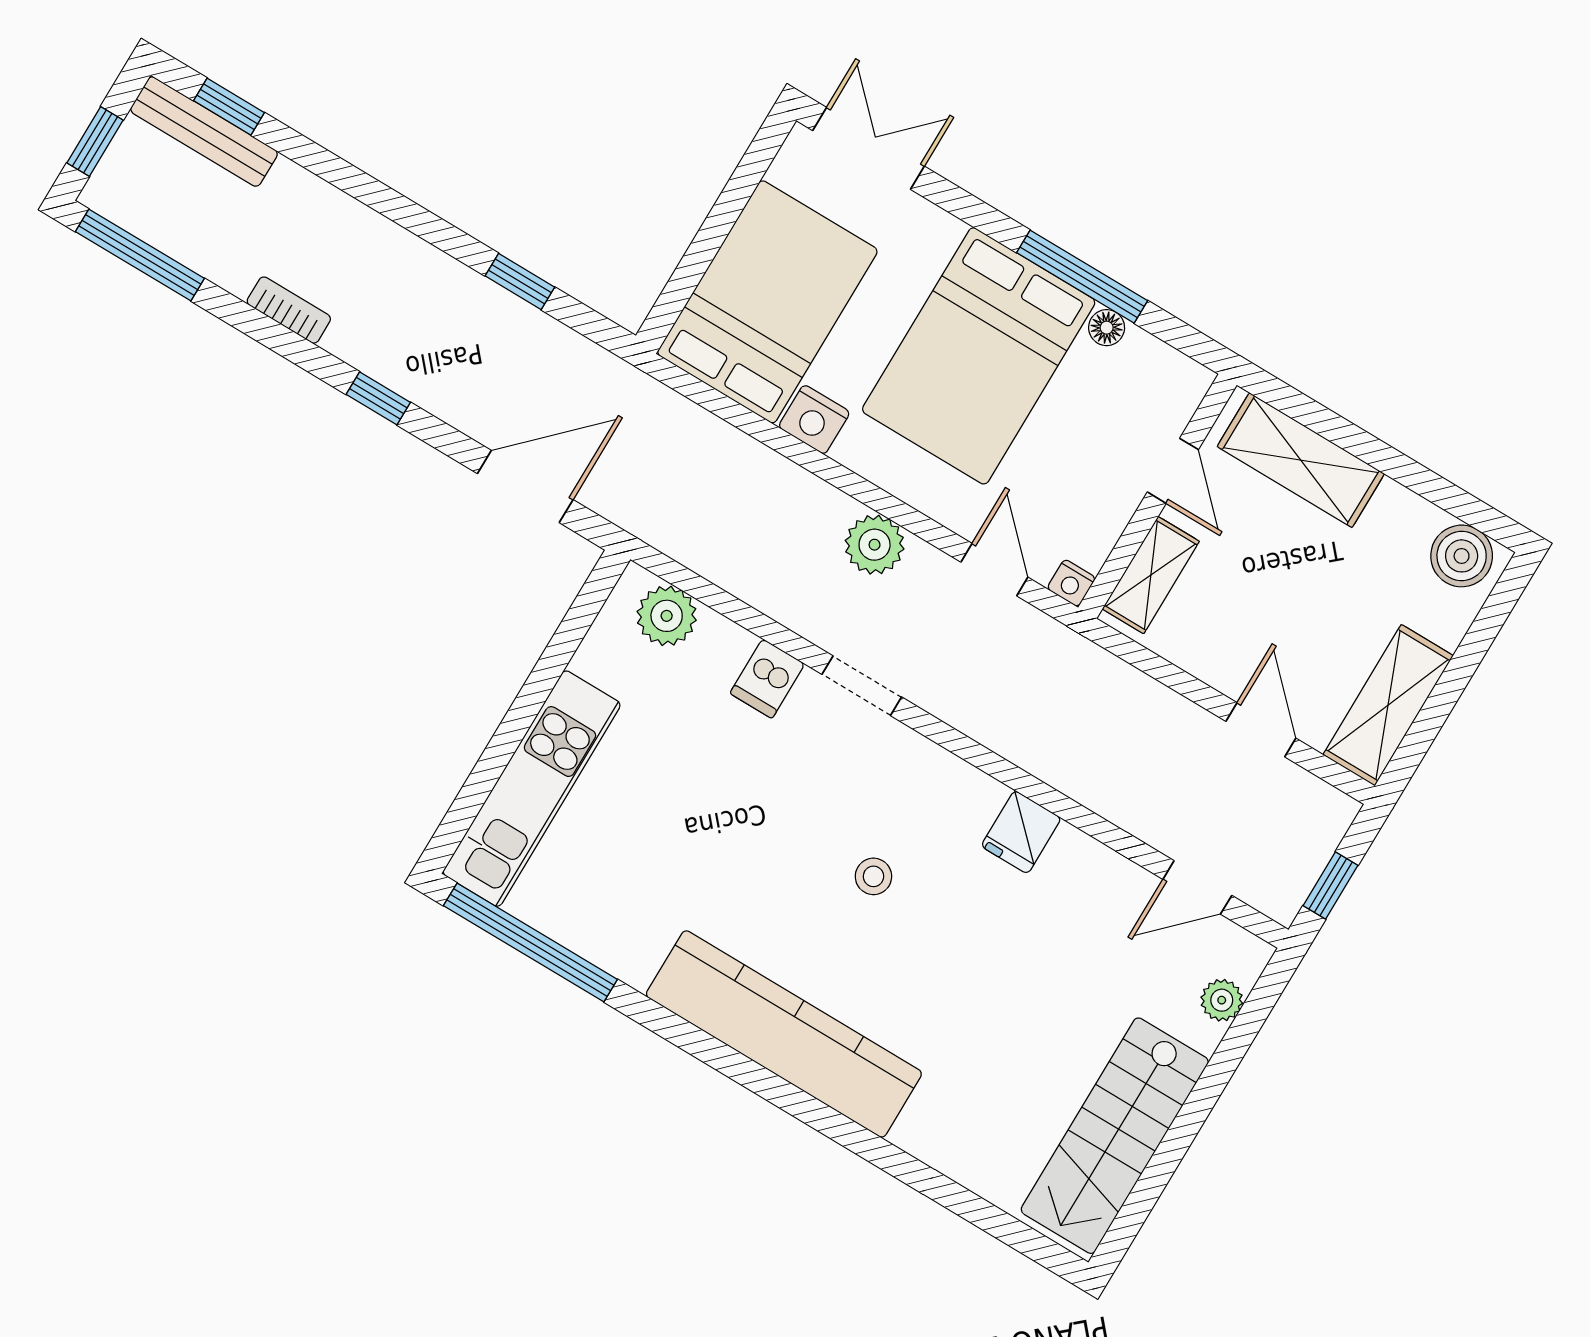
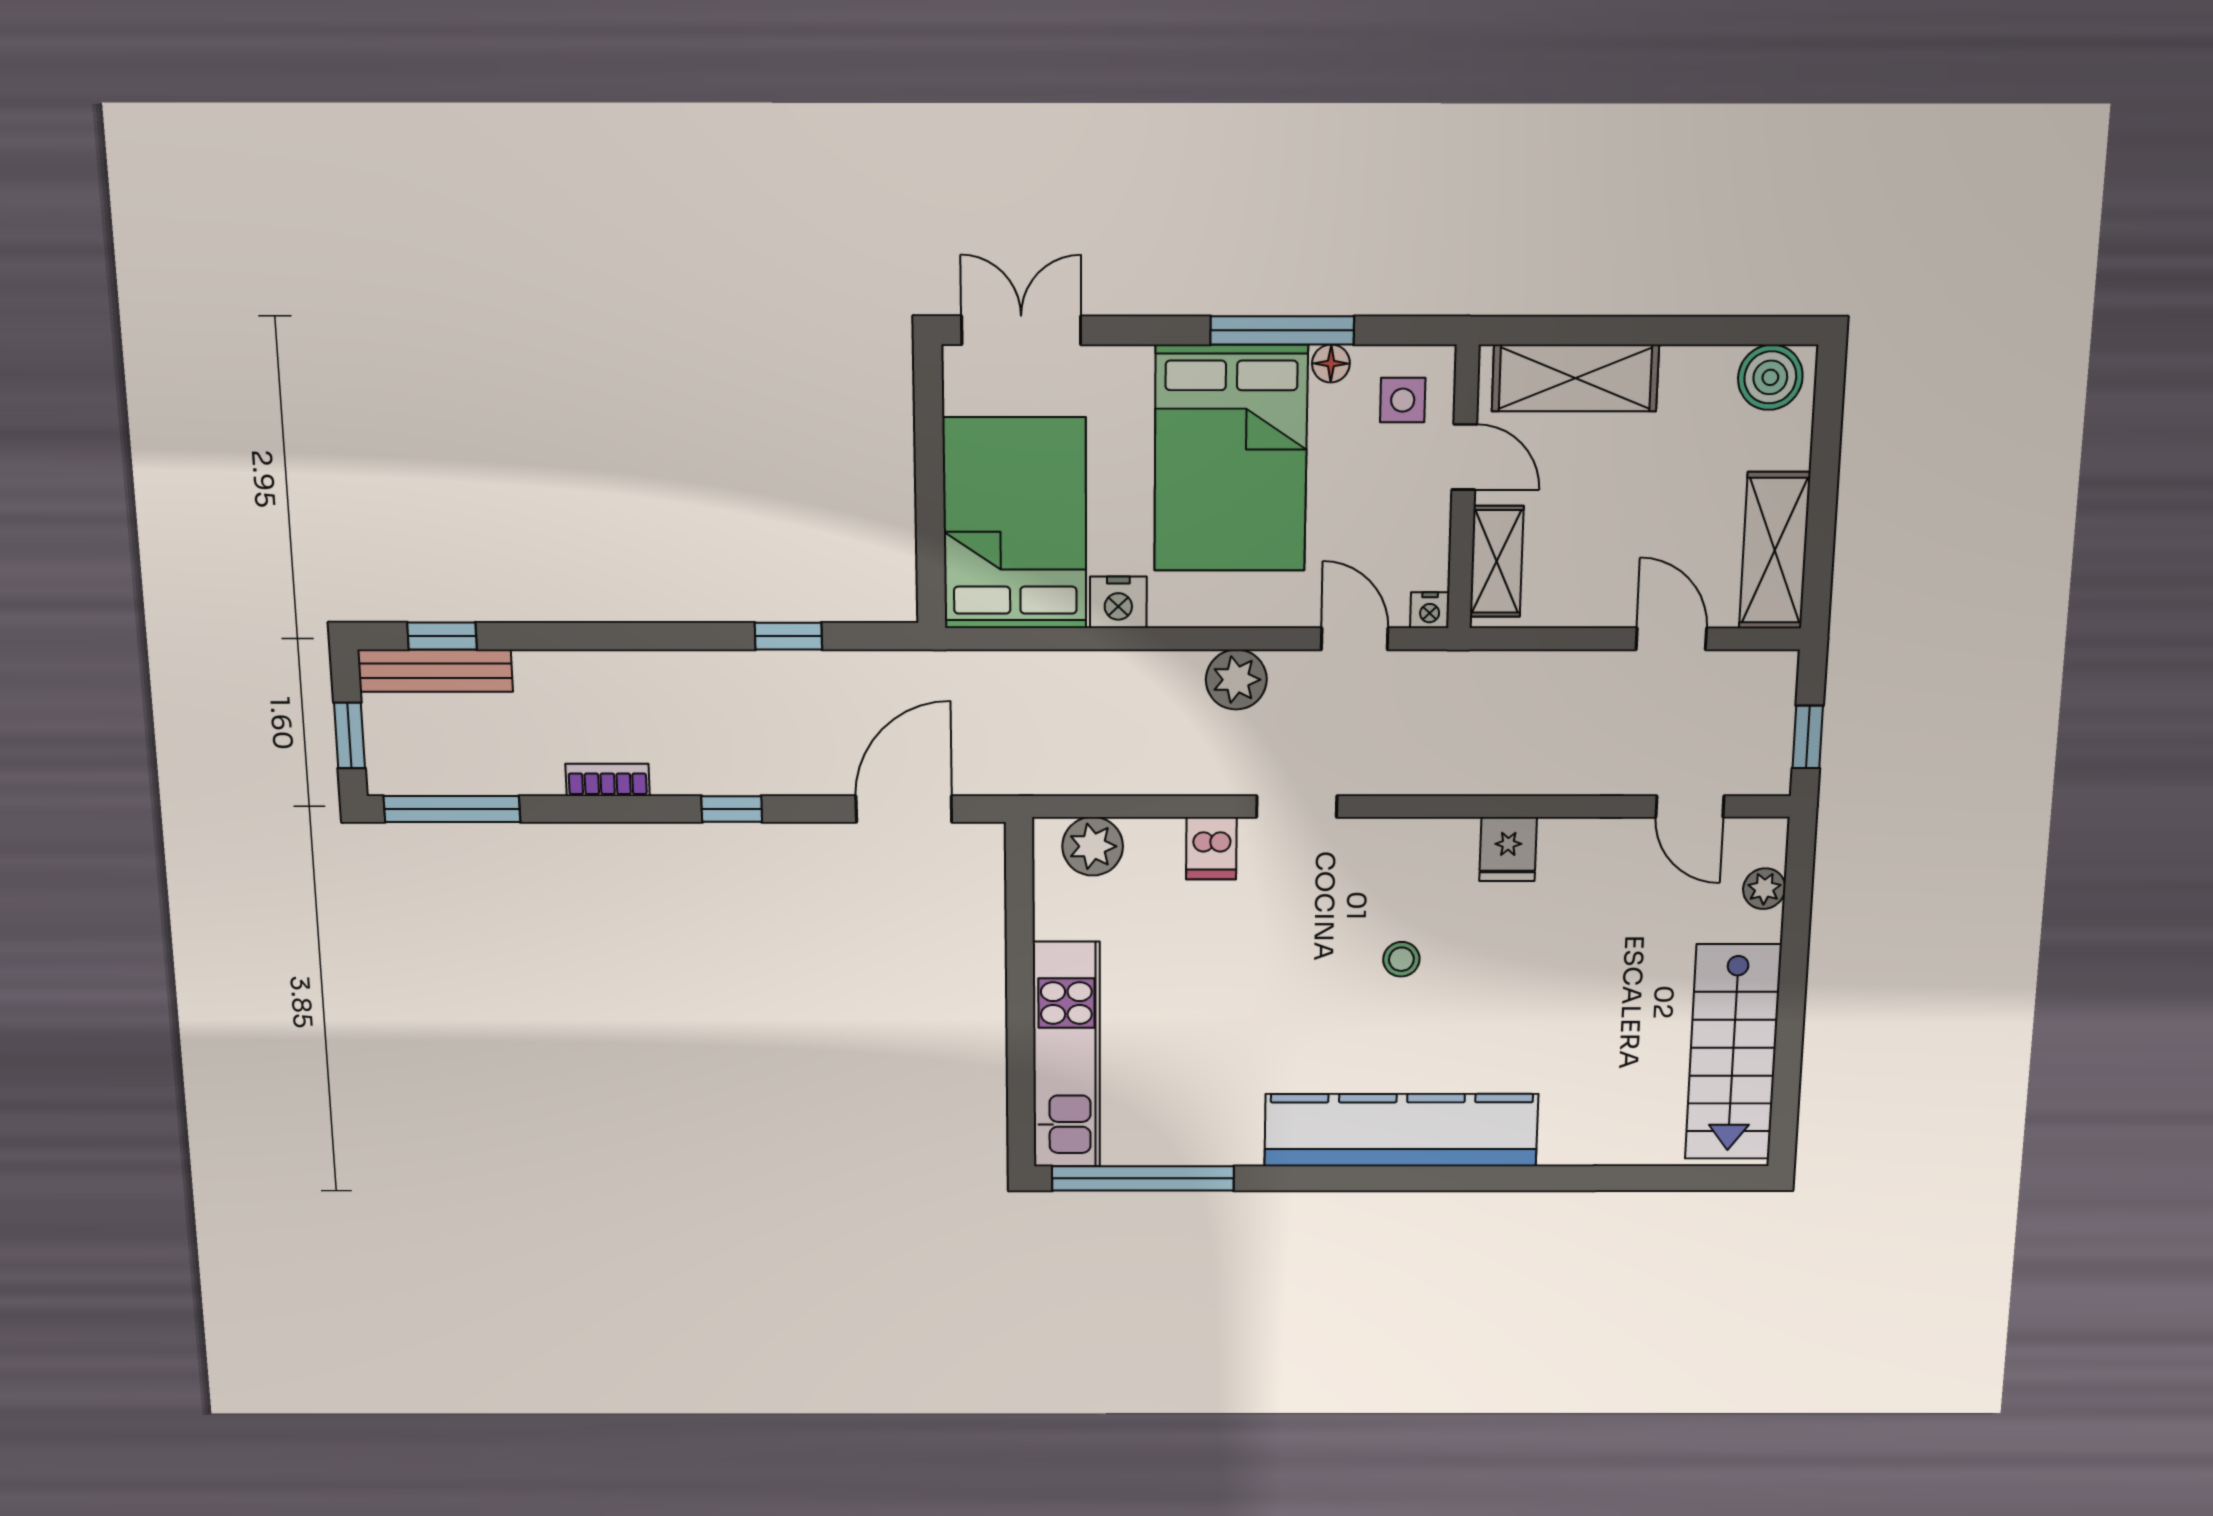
side table: (1149, 393) -> (1403, 400), added
door: (1197, 887) -> (1690, 806), hinge flipped

